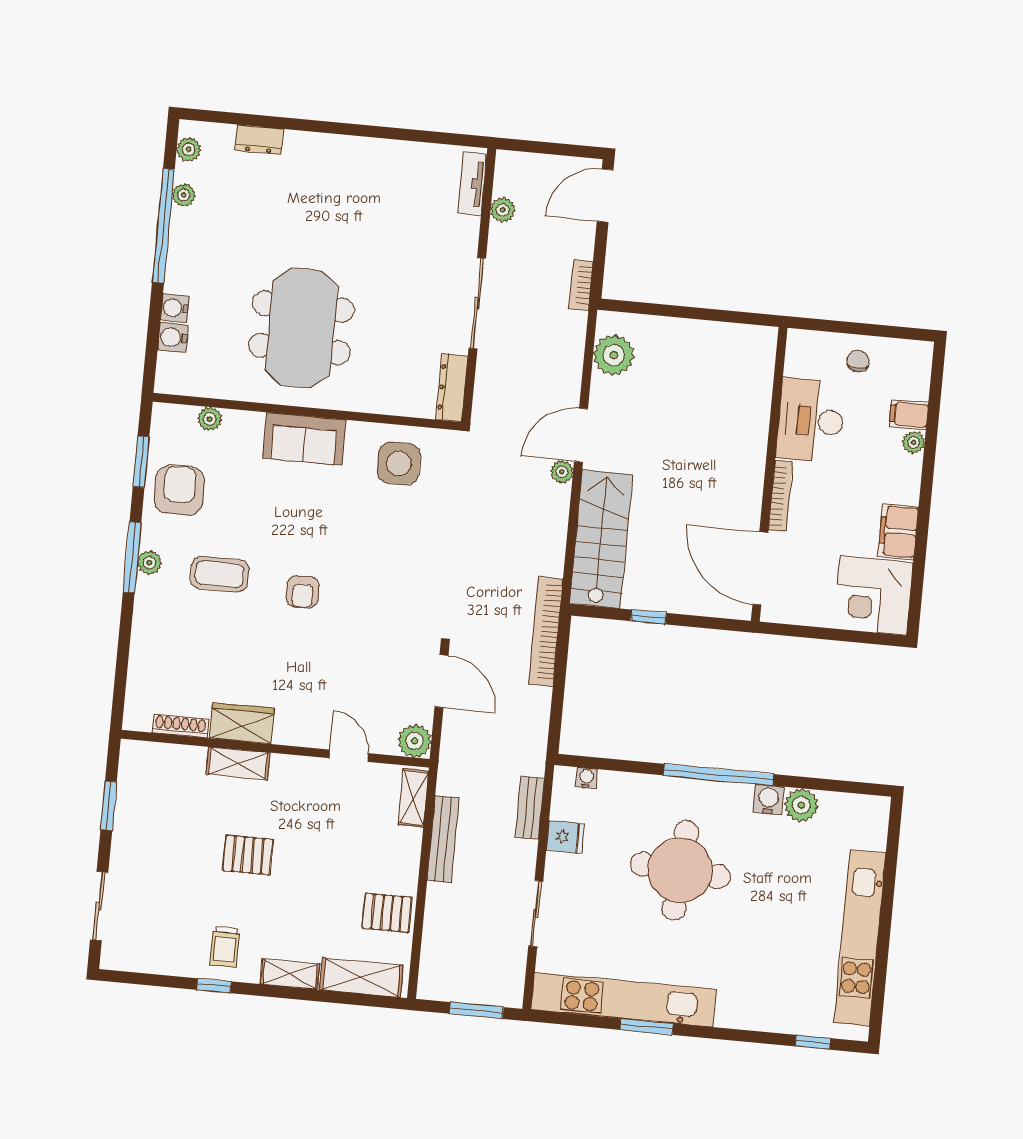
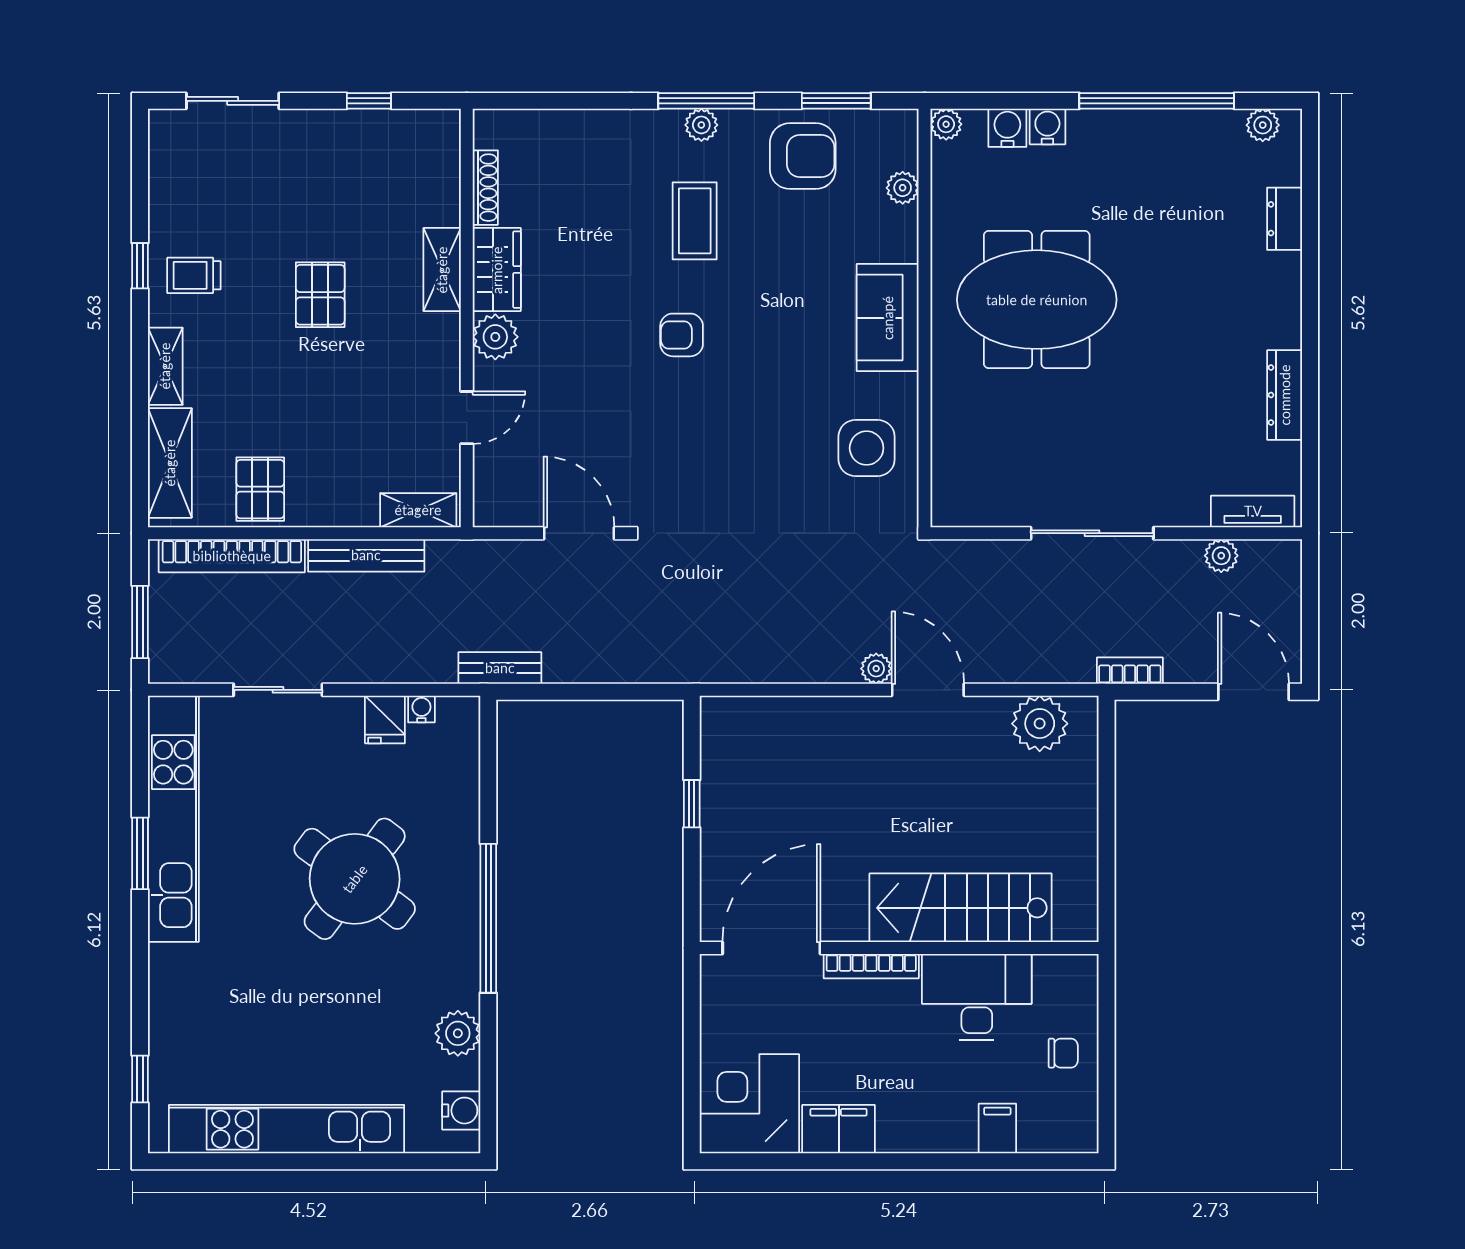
plant: (184, 195) -> (946, 124), moved
dresser: (452, 388) -> (1285, 395), moved, turned -90
plant: (914, 442) -> (961, 1138), removed
stairs: (601, 539) -> (961, 908), moved, turned 180
bookcase: (546, 632) -> (232, 556), moved, turned 180
door: (442, 681) -> (579, 533), swing flipped
plant: (415, 741) -> (495, 337), moved
water cooler: (586, 778) -> (421, 709), moved, turned -90
water cooler: (768, 799) -> (461, 1111), moved
window: (109, 806) -> (369, 101), width x0.67
bench: (530, 808) -> (500, 668), moved
round table: (680, 870) -> (355, 879), turned 33

